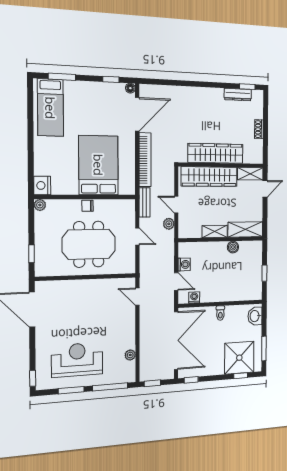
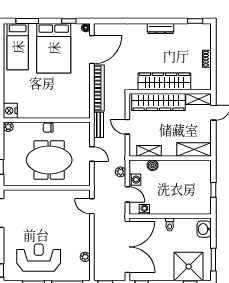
dresser: (238, 95) -> (161, 29), moved
bed: (98, 165) -> (54, 48), moved, turned 180
plant: (169, 224) -> (121, 172), moved
shelving: (215, 231) -> (149, 151), moved
boiler: (233, 247) -> (153, 165), moved

